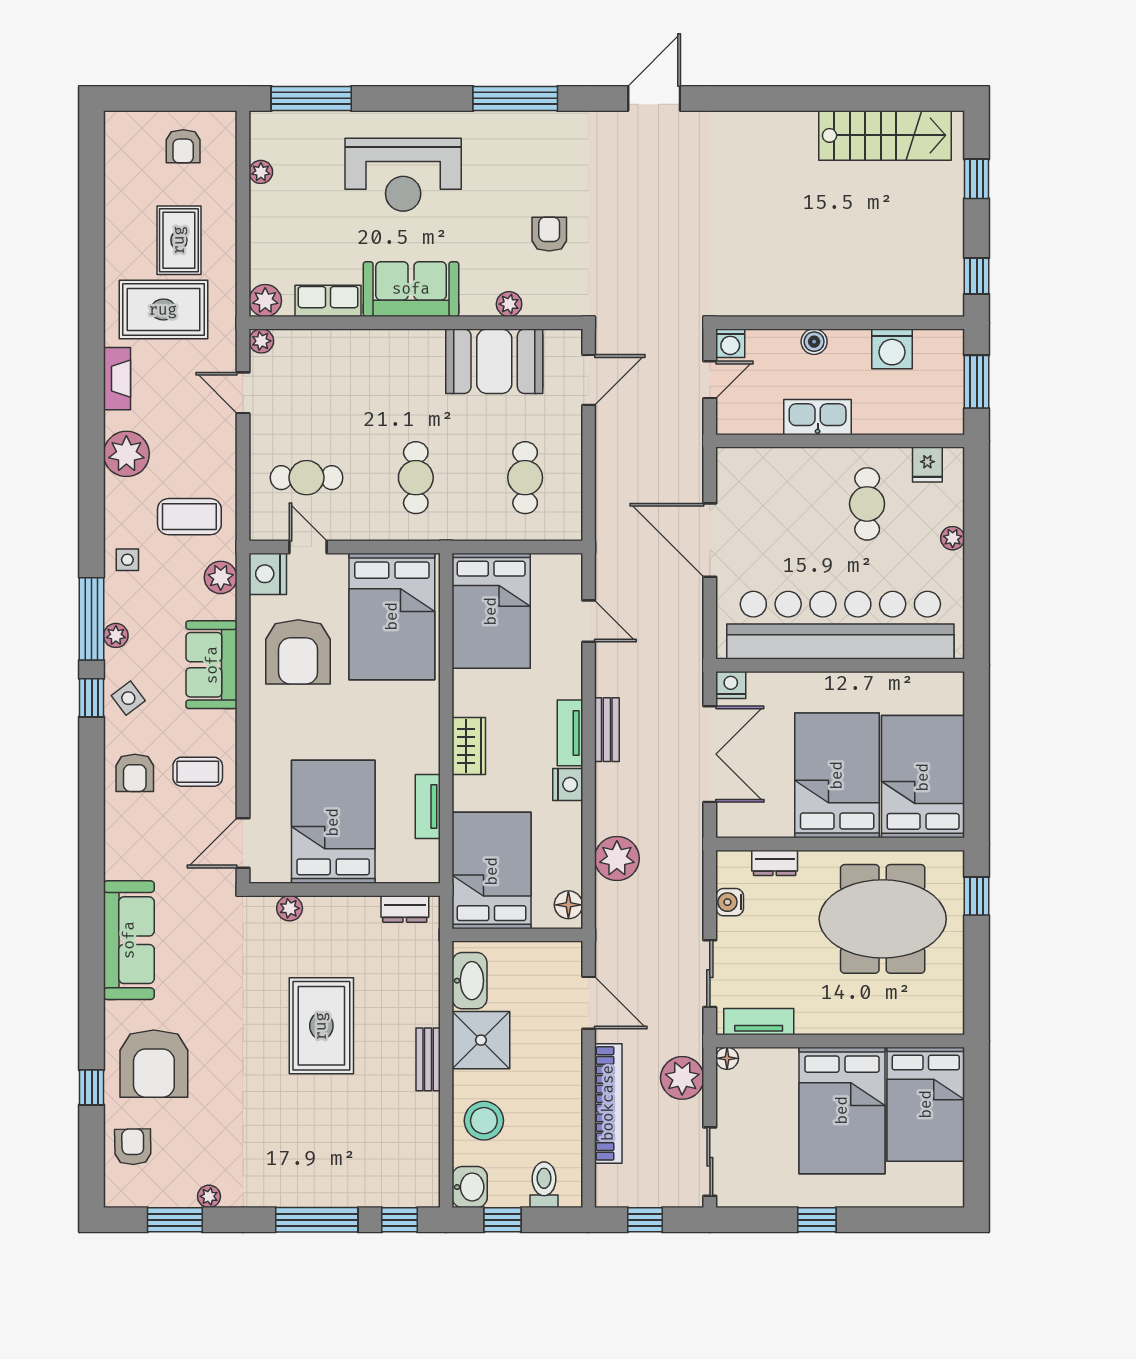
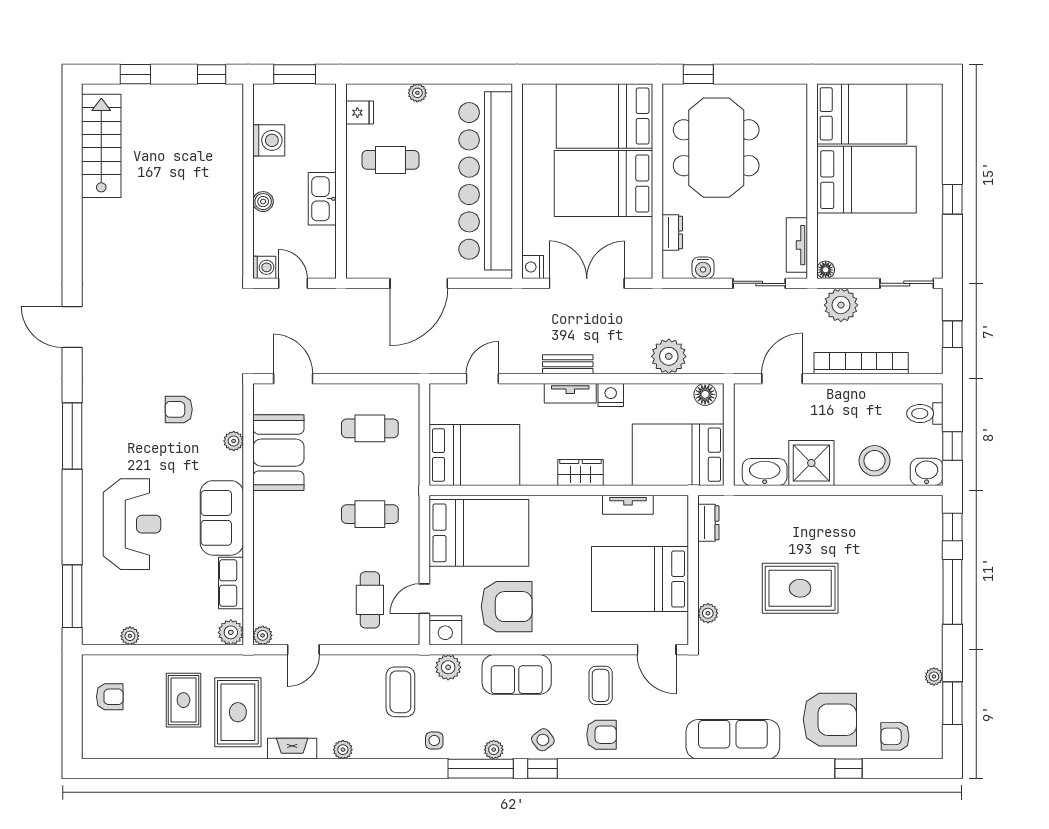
rug: (179, 240) -> (183, 700), turned 90
plant: (126, 454) -> (343, 750), width x0.53, depth x0.53
bench: (428, 1059) -> (826, 505), removed

